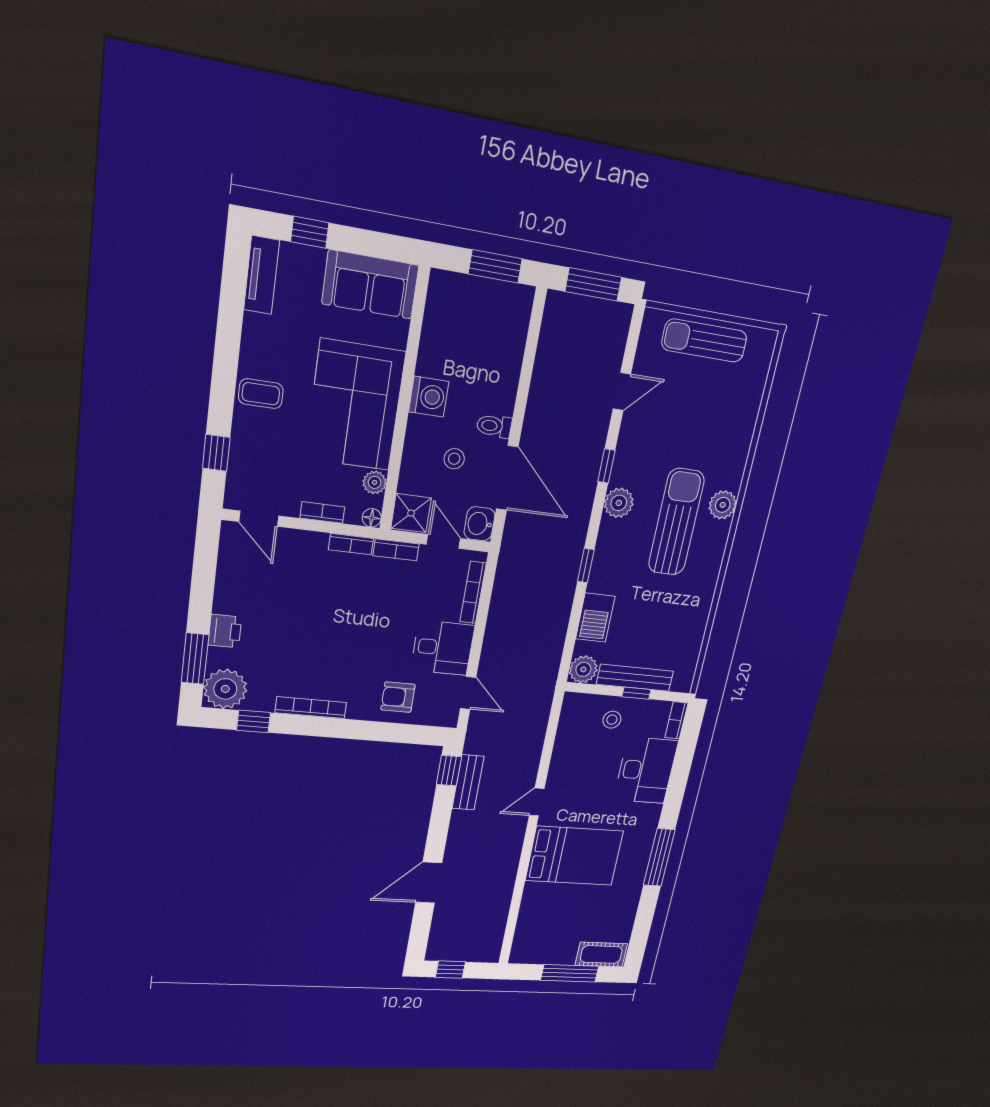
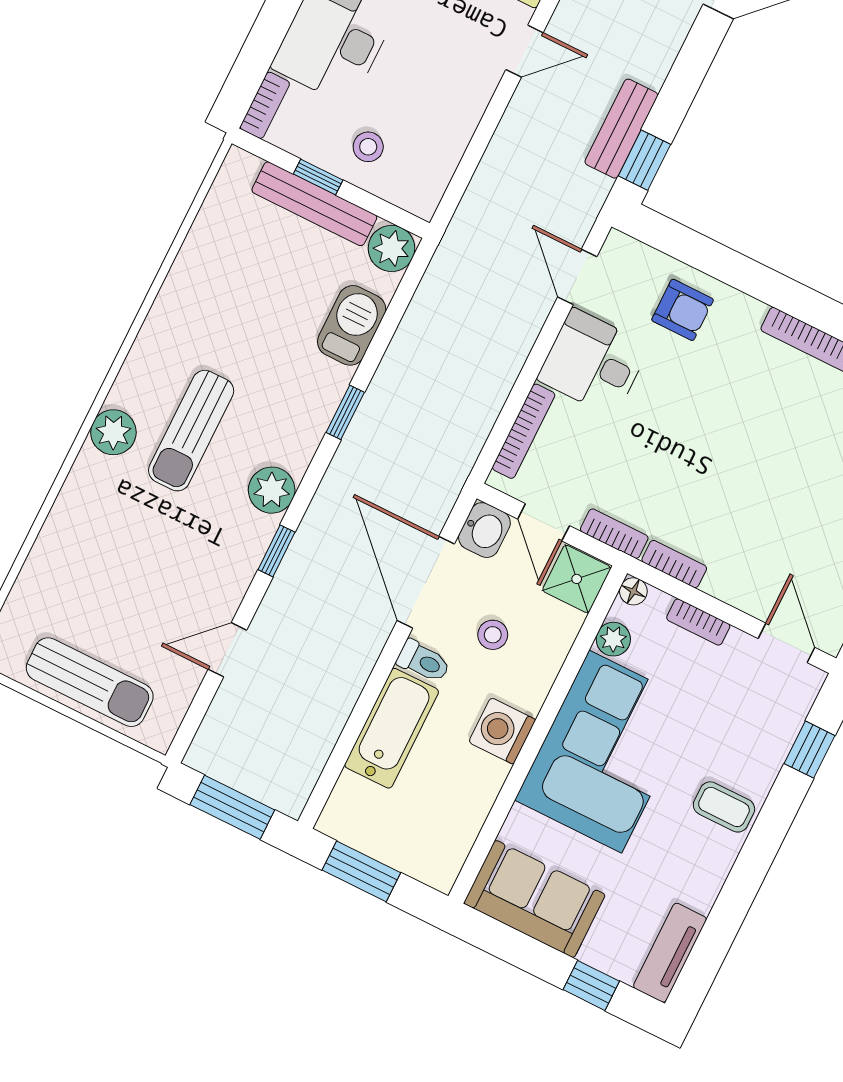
bathtub: (502, 374) -> (392, 728), added
sun lounger: (676, 522) -> (191, 431), width x0.73, depth x0.75

